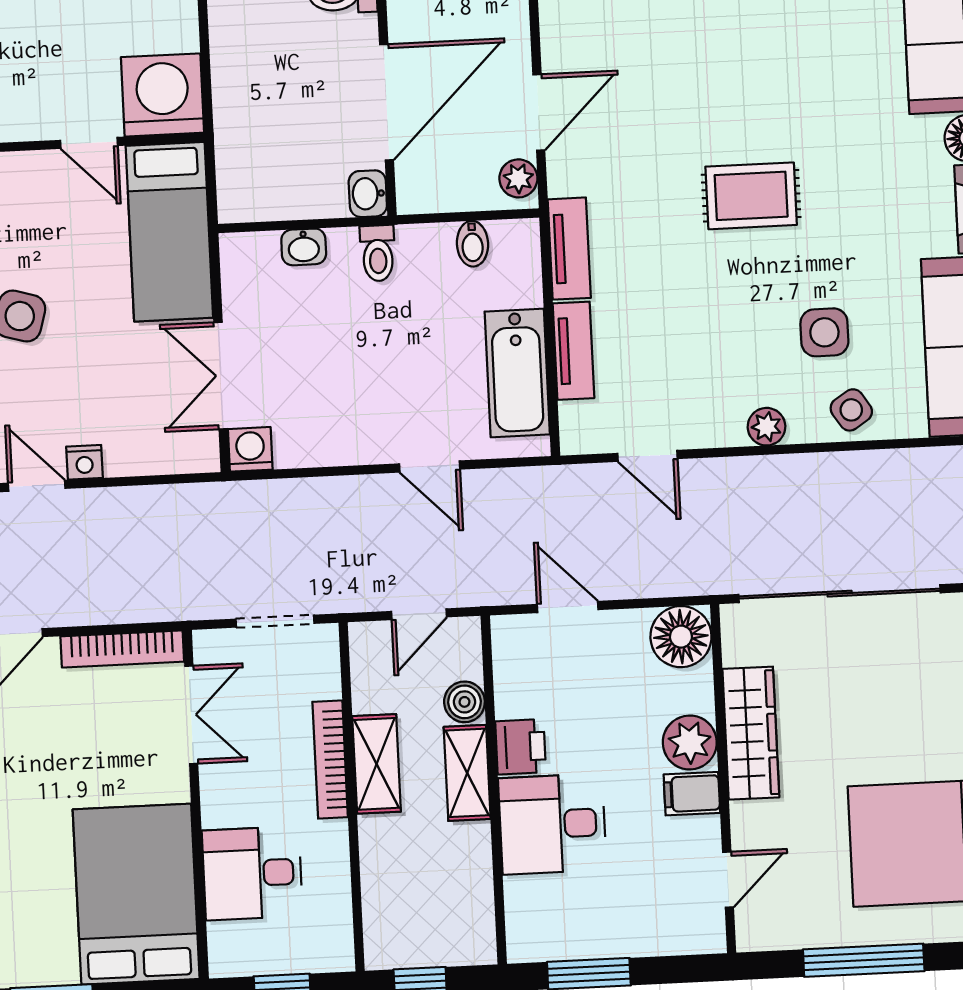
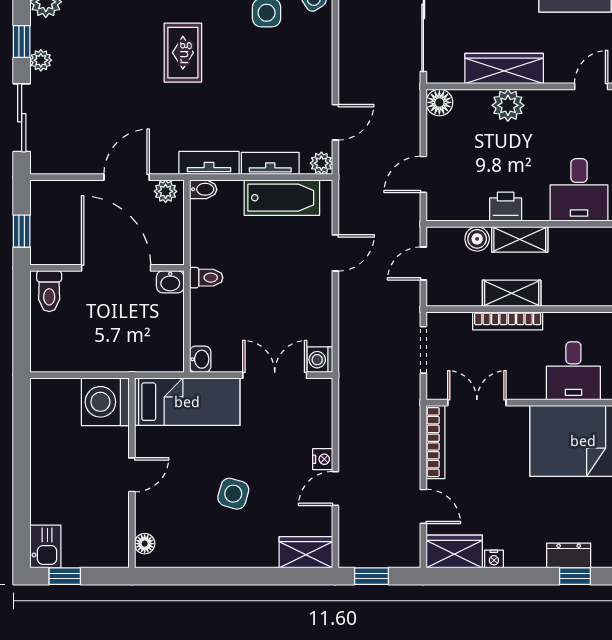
door: (539, 112) -> (127, 177), hinge flipped
door: (89, 143) -> (132, 475), moved
bidet: (472, 244) -> (203, 189), moved
washbasin: (304, 247) -> (200, 359), moved
double door: (221, 376) -> (275, 375), swing flipped
plant: (766, 427) -> (321, 163), moved
door: (419, 614) -> (423, 264), swing flipped
floor lamp: (681, 637) -> (439, 102), width x0.73, depth x0.73
filing cabinet: (692, 794) -> (539, 106), removed
desk: (552, 824) -> (579, 190), moved
door: (728, 880) -> (591, 86), hinge flipped

